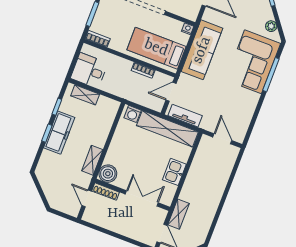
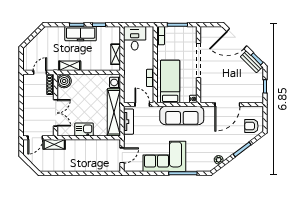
corner sofa: (253, 62) -> (164, 156), moved
shelving: (85, 95) -> (116, 54), moved

